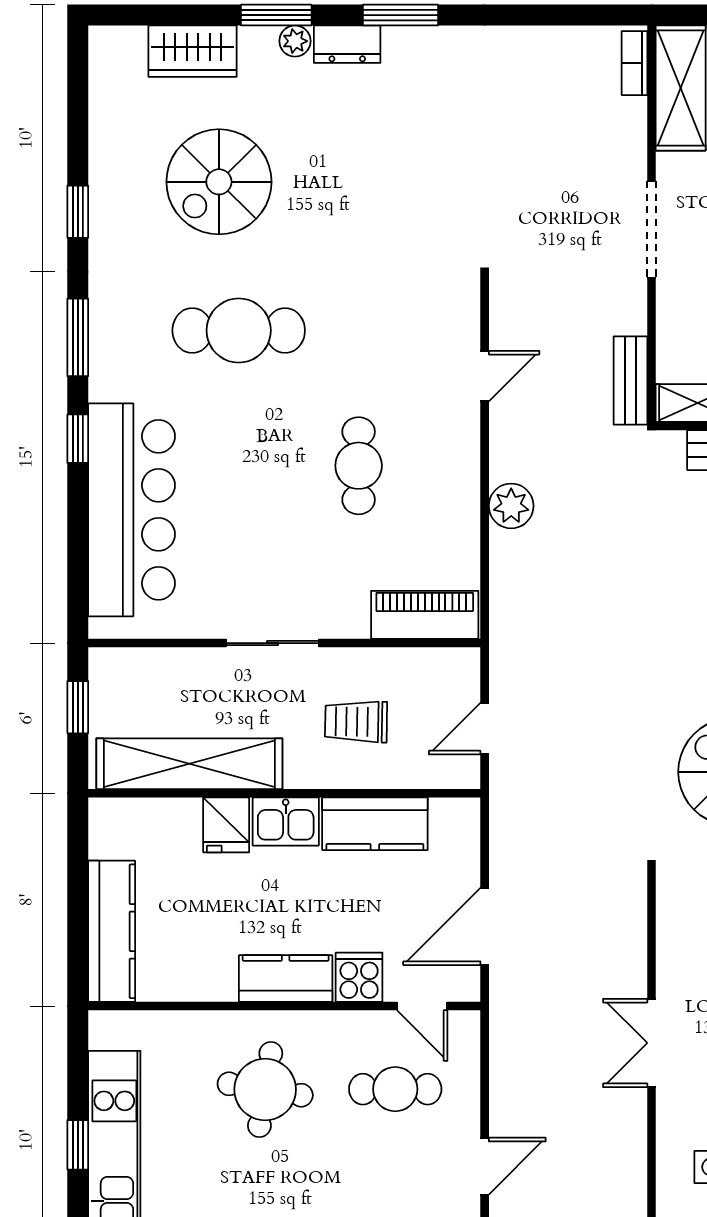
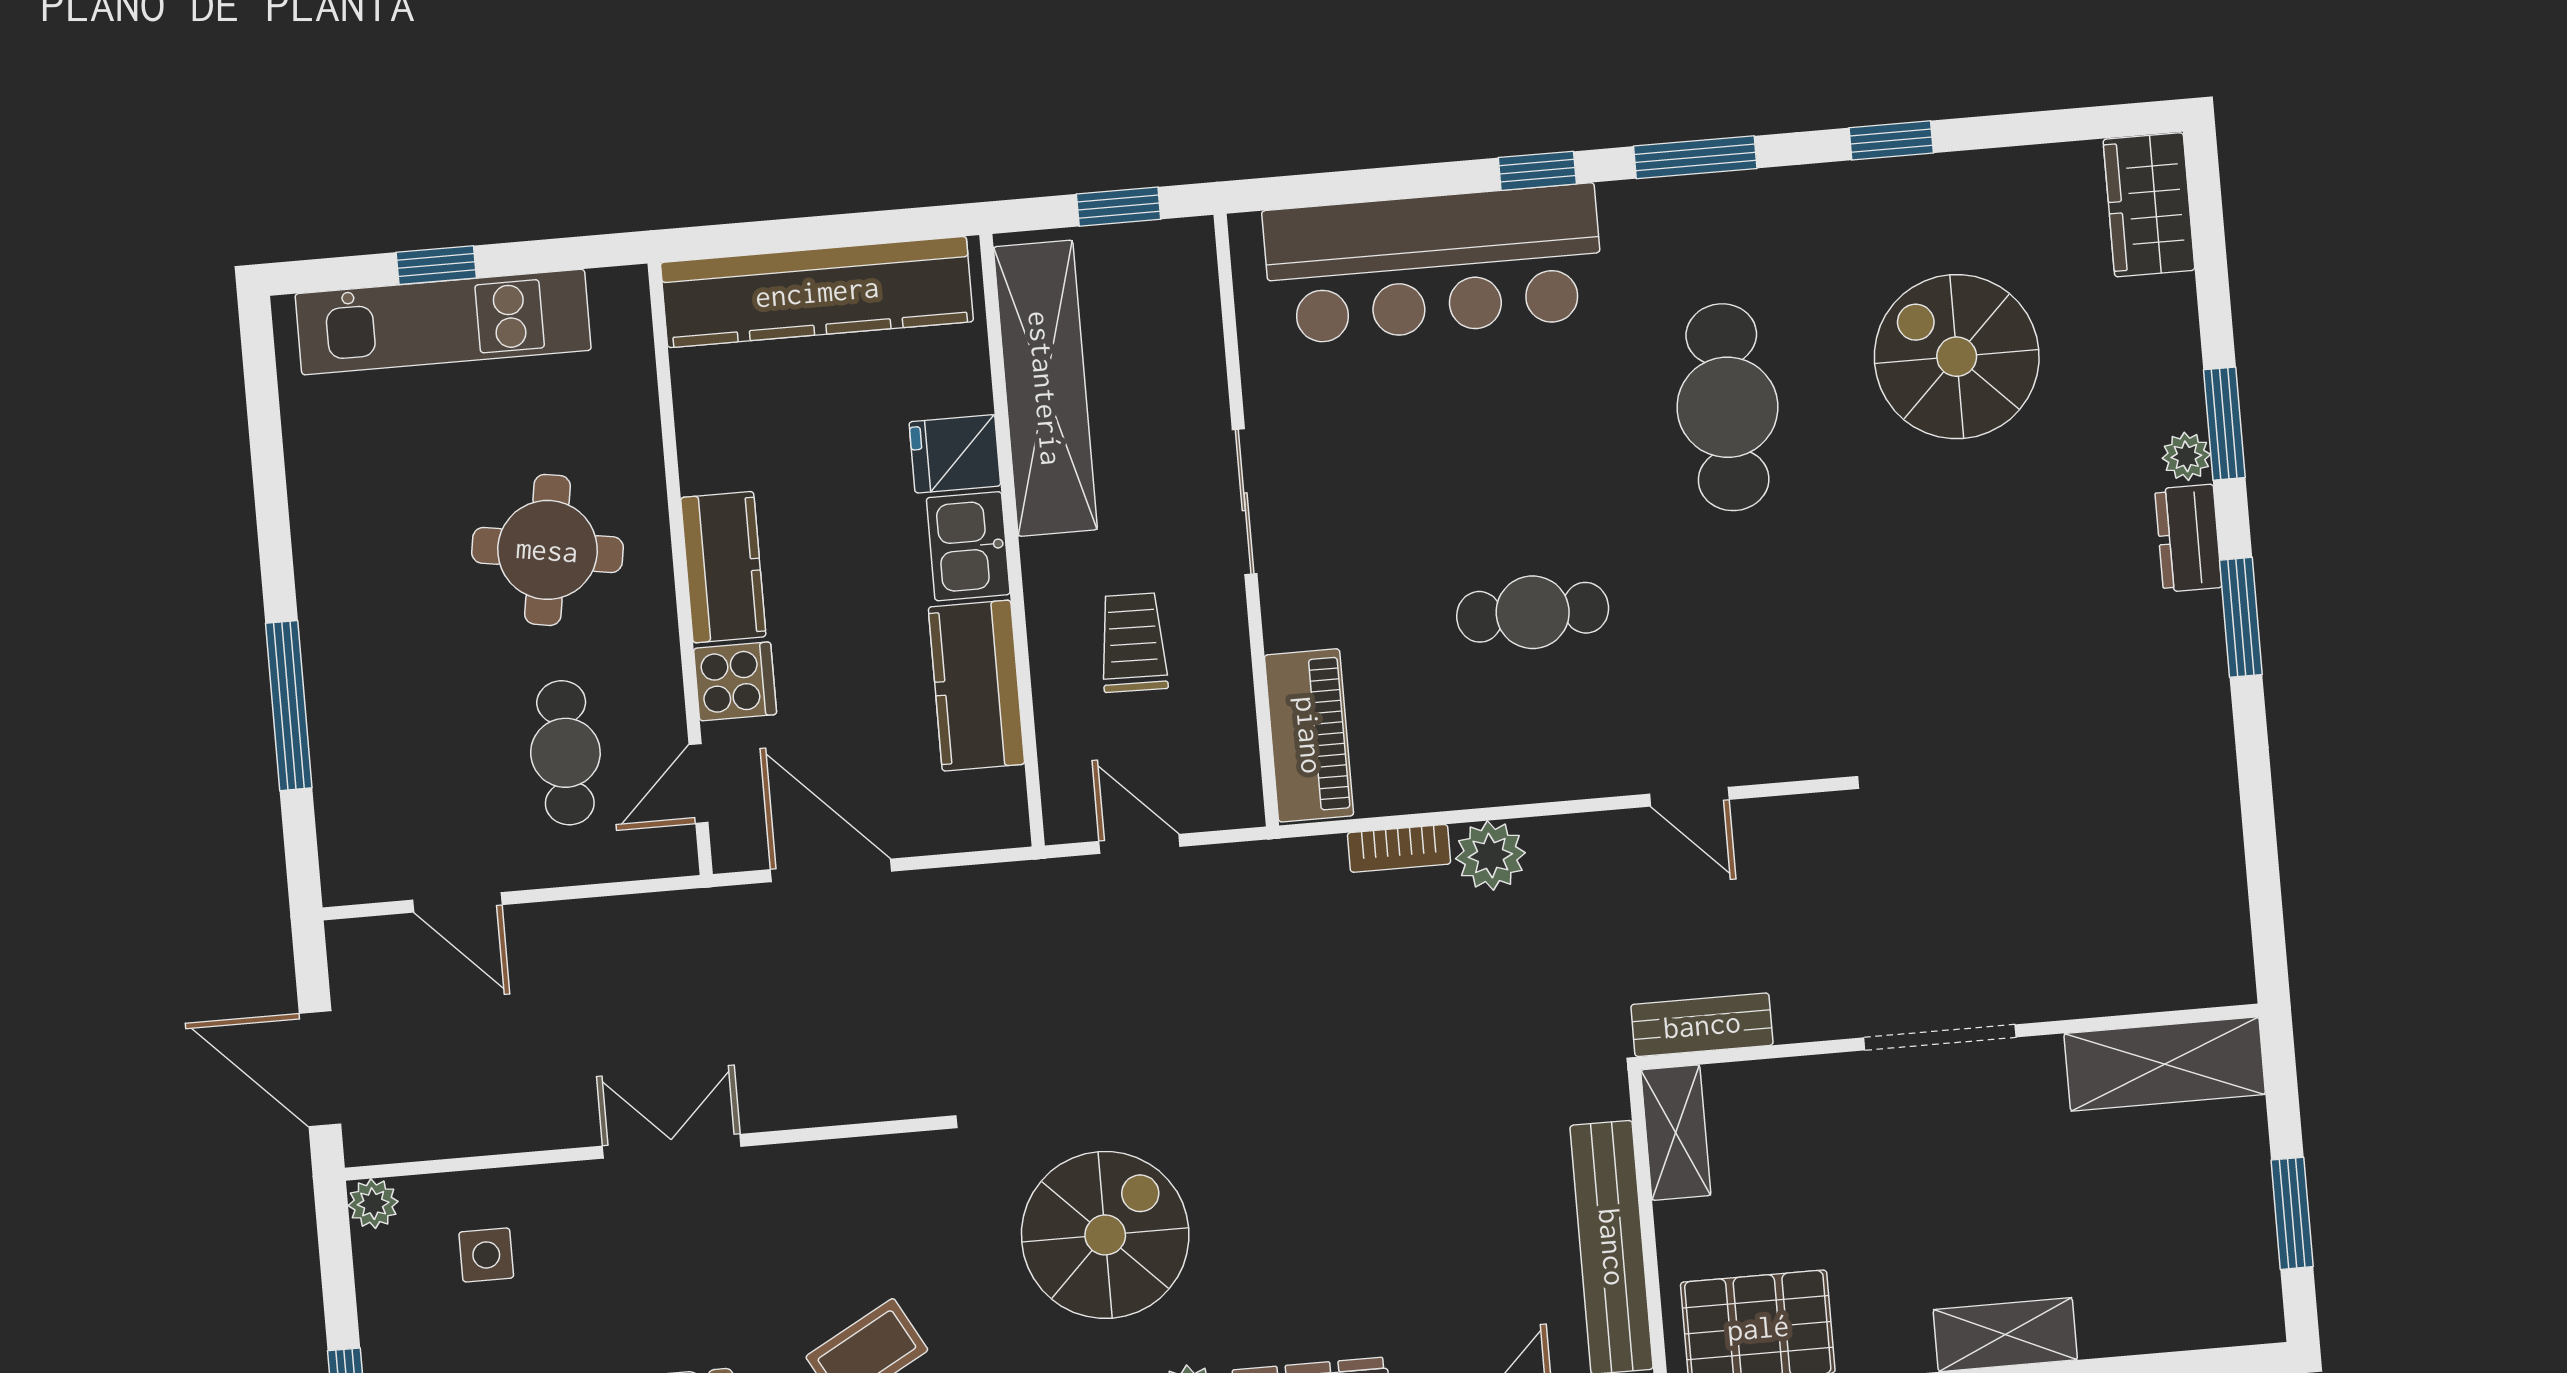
wardrobe: (193, 51) -> (2149, 205), moved
bookcase: (634, 63) -> (1399, 848), moved, turned 180
kitchen counter: (112, 931) -> (817, 292), width x1.39, depth x1.17

